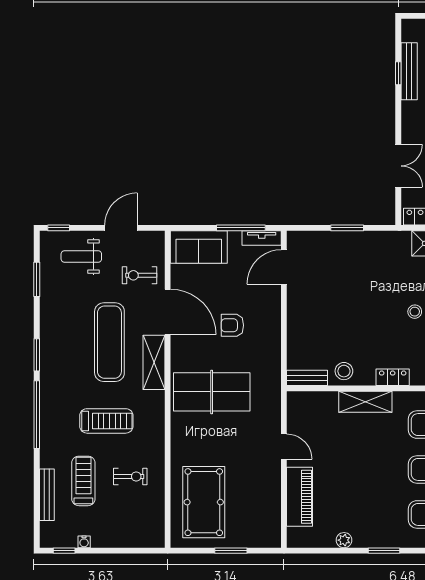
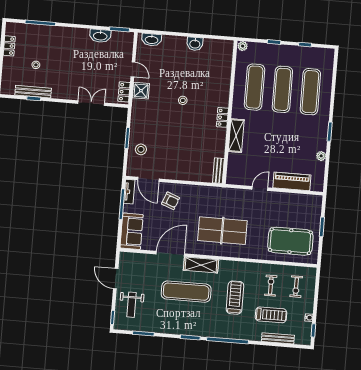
exercise bike: (139, 275) -> (296, 287), moved
armchair: (232, 325) -> (171, 201), moved, turned -69
stool: (344, 371) -> (141, 149), moved
table tennis table: (212, 392) -> (222, 231), turned 90
treadmill: (83, 481) -> (271, 315), turned 180

